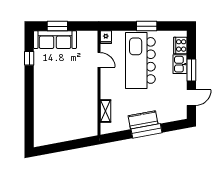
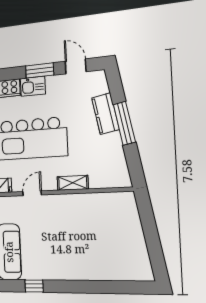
shelving: (105, 111) -> (73, 183), moved
kitchen counter: (143, 120) -> (105, 114), moved

